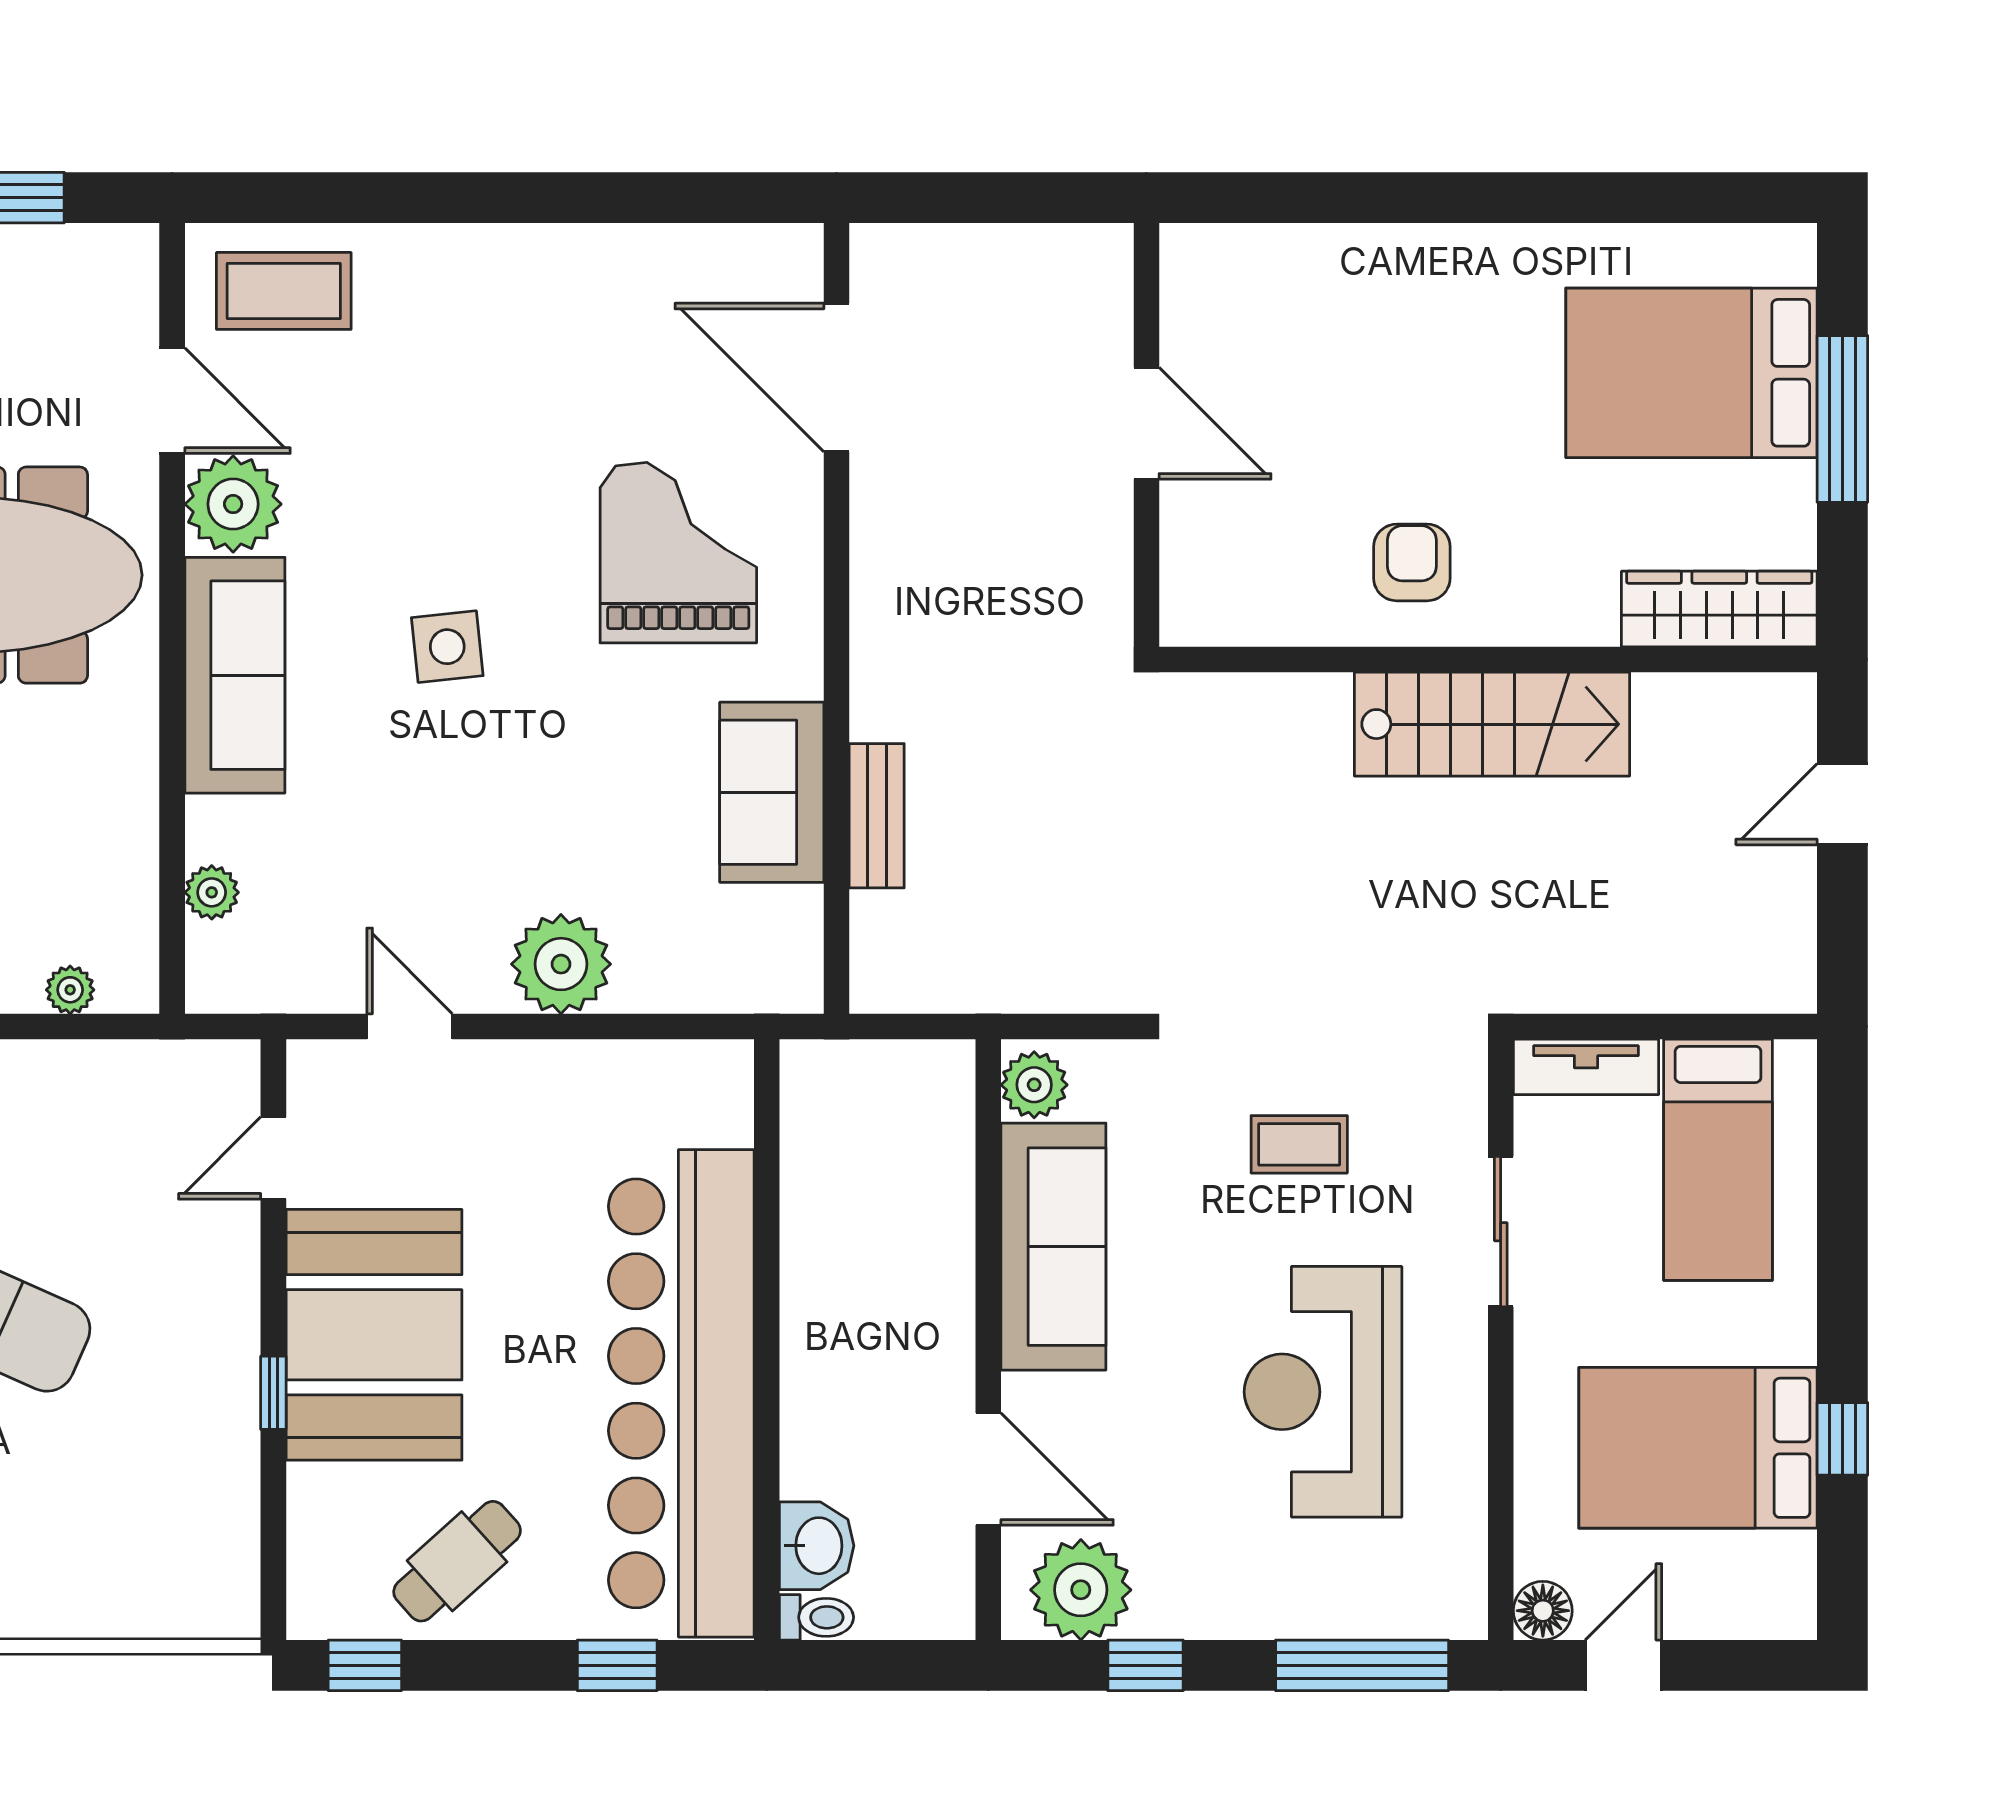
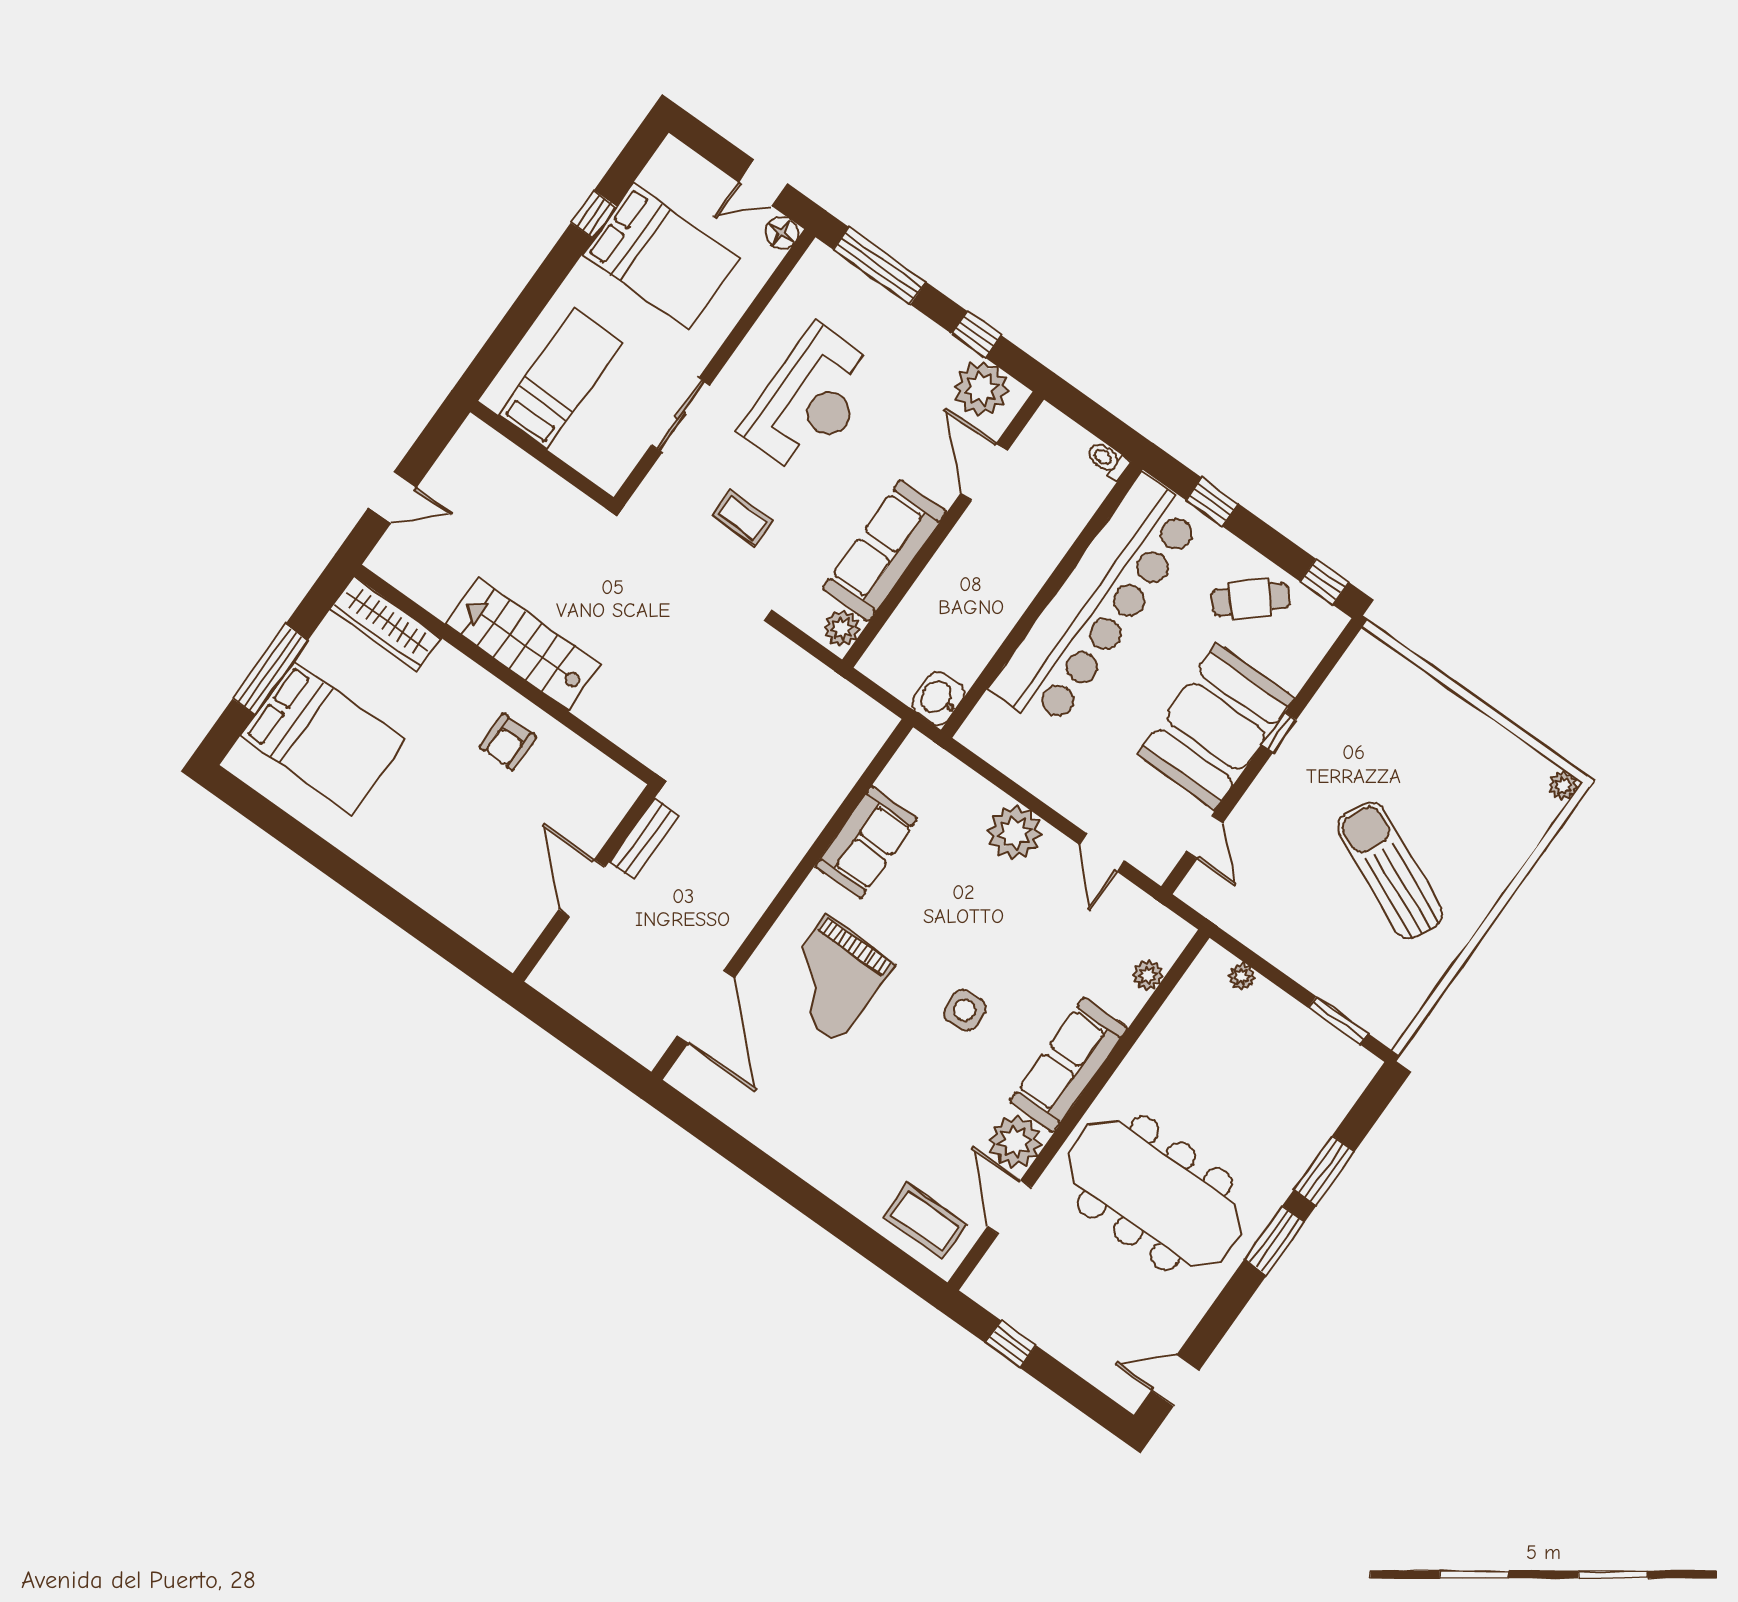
bench: (877, 816) -> (644, 839), moved
tv unit: (1586, 1067) -> (590, 462), removed
door: (273, 1158) -> (1204, 837), hinge flipped
washbasin: (817, 1546) -> (938, 698), moved

